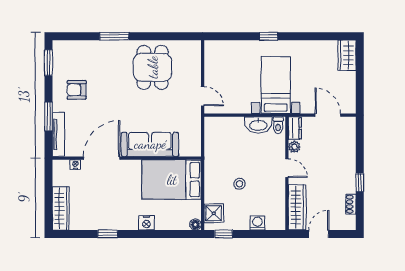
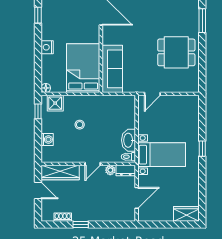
sofa: (150, 144) -> (112, 69), moved

